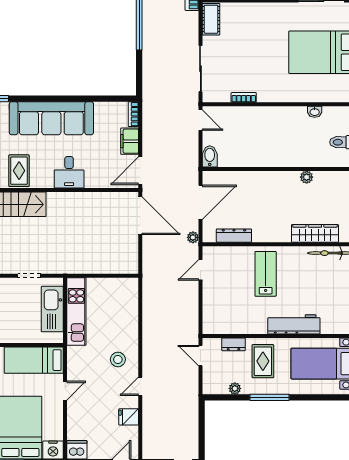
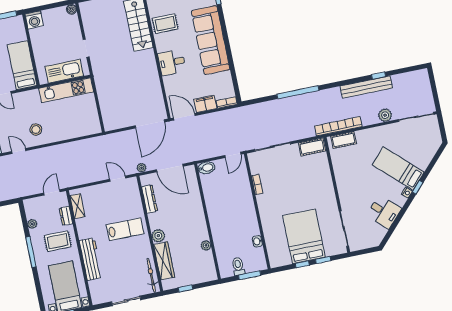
plant: (282, 234) -> (158, 236), added
shelving: (224, 327) -> (77, 206), added

